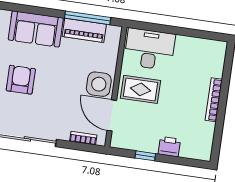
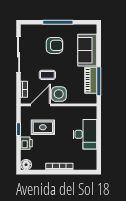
desk: (150, 49) -> (85, 134), moved
rug: (141, 89) -> (43, 127), moved, turned 90
coffee table: (66, 98) -> (47, 75), added
floor lamp: (203, 152) -> (26, 165), added

